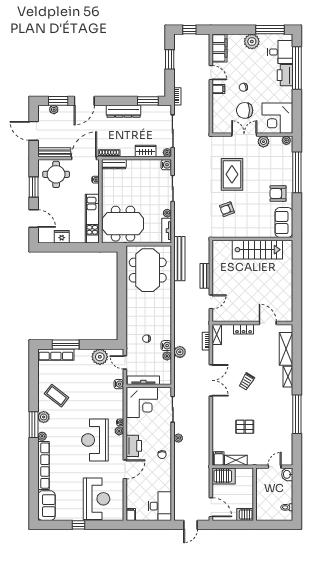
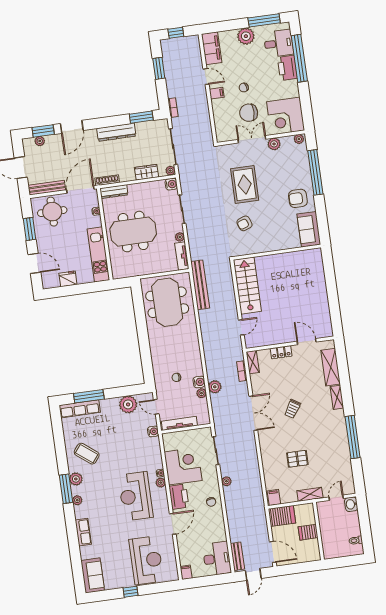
meeting table: (123, 224) -> (133, 232), moved
stairs: (257, 250) -> (247, 286), moved, turned -90
bench: (205, 276) -> (237, 556), moved
corner desk: (142, 402) -> (183, 466), moved, turned -90
shelving: (236, 460) -> (310, 494), moved
row of seats: (43, 466) -> (83, 532), width x0.50
server rack: (245, 514) -> (308, 532), moved

